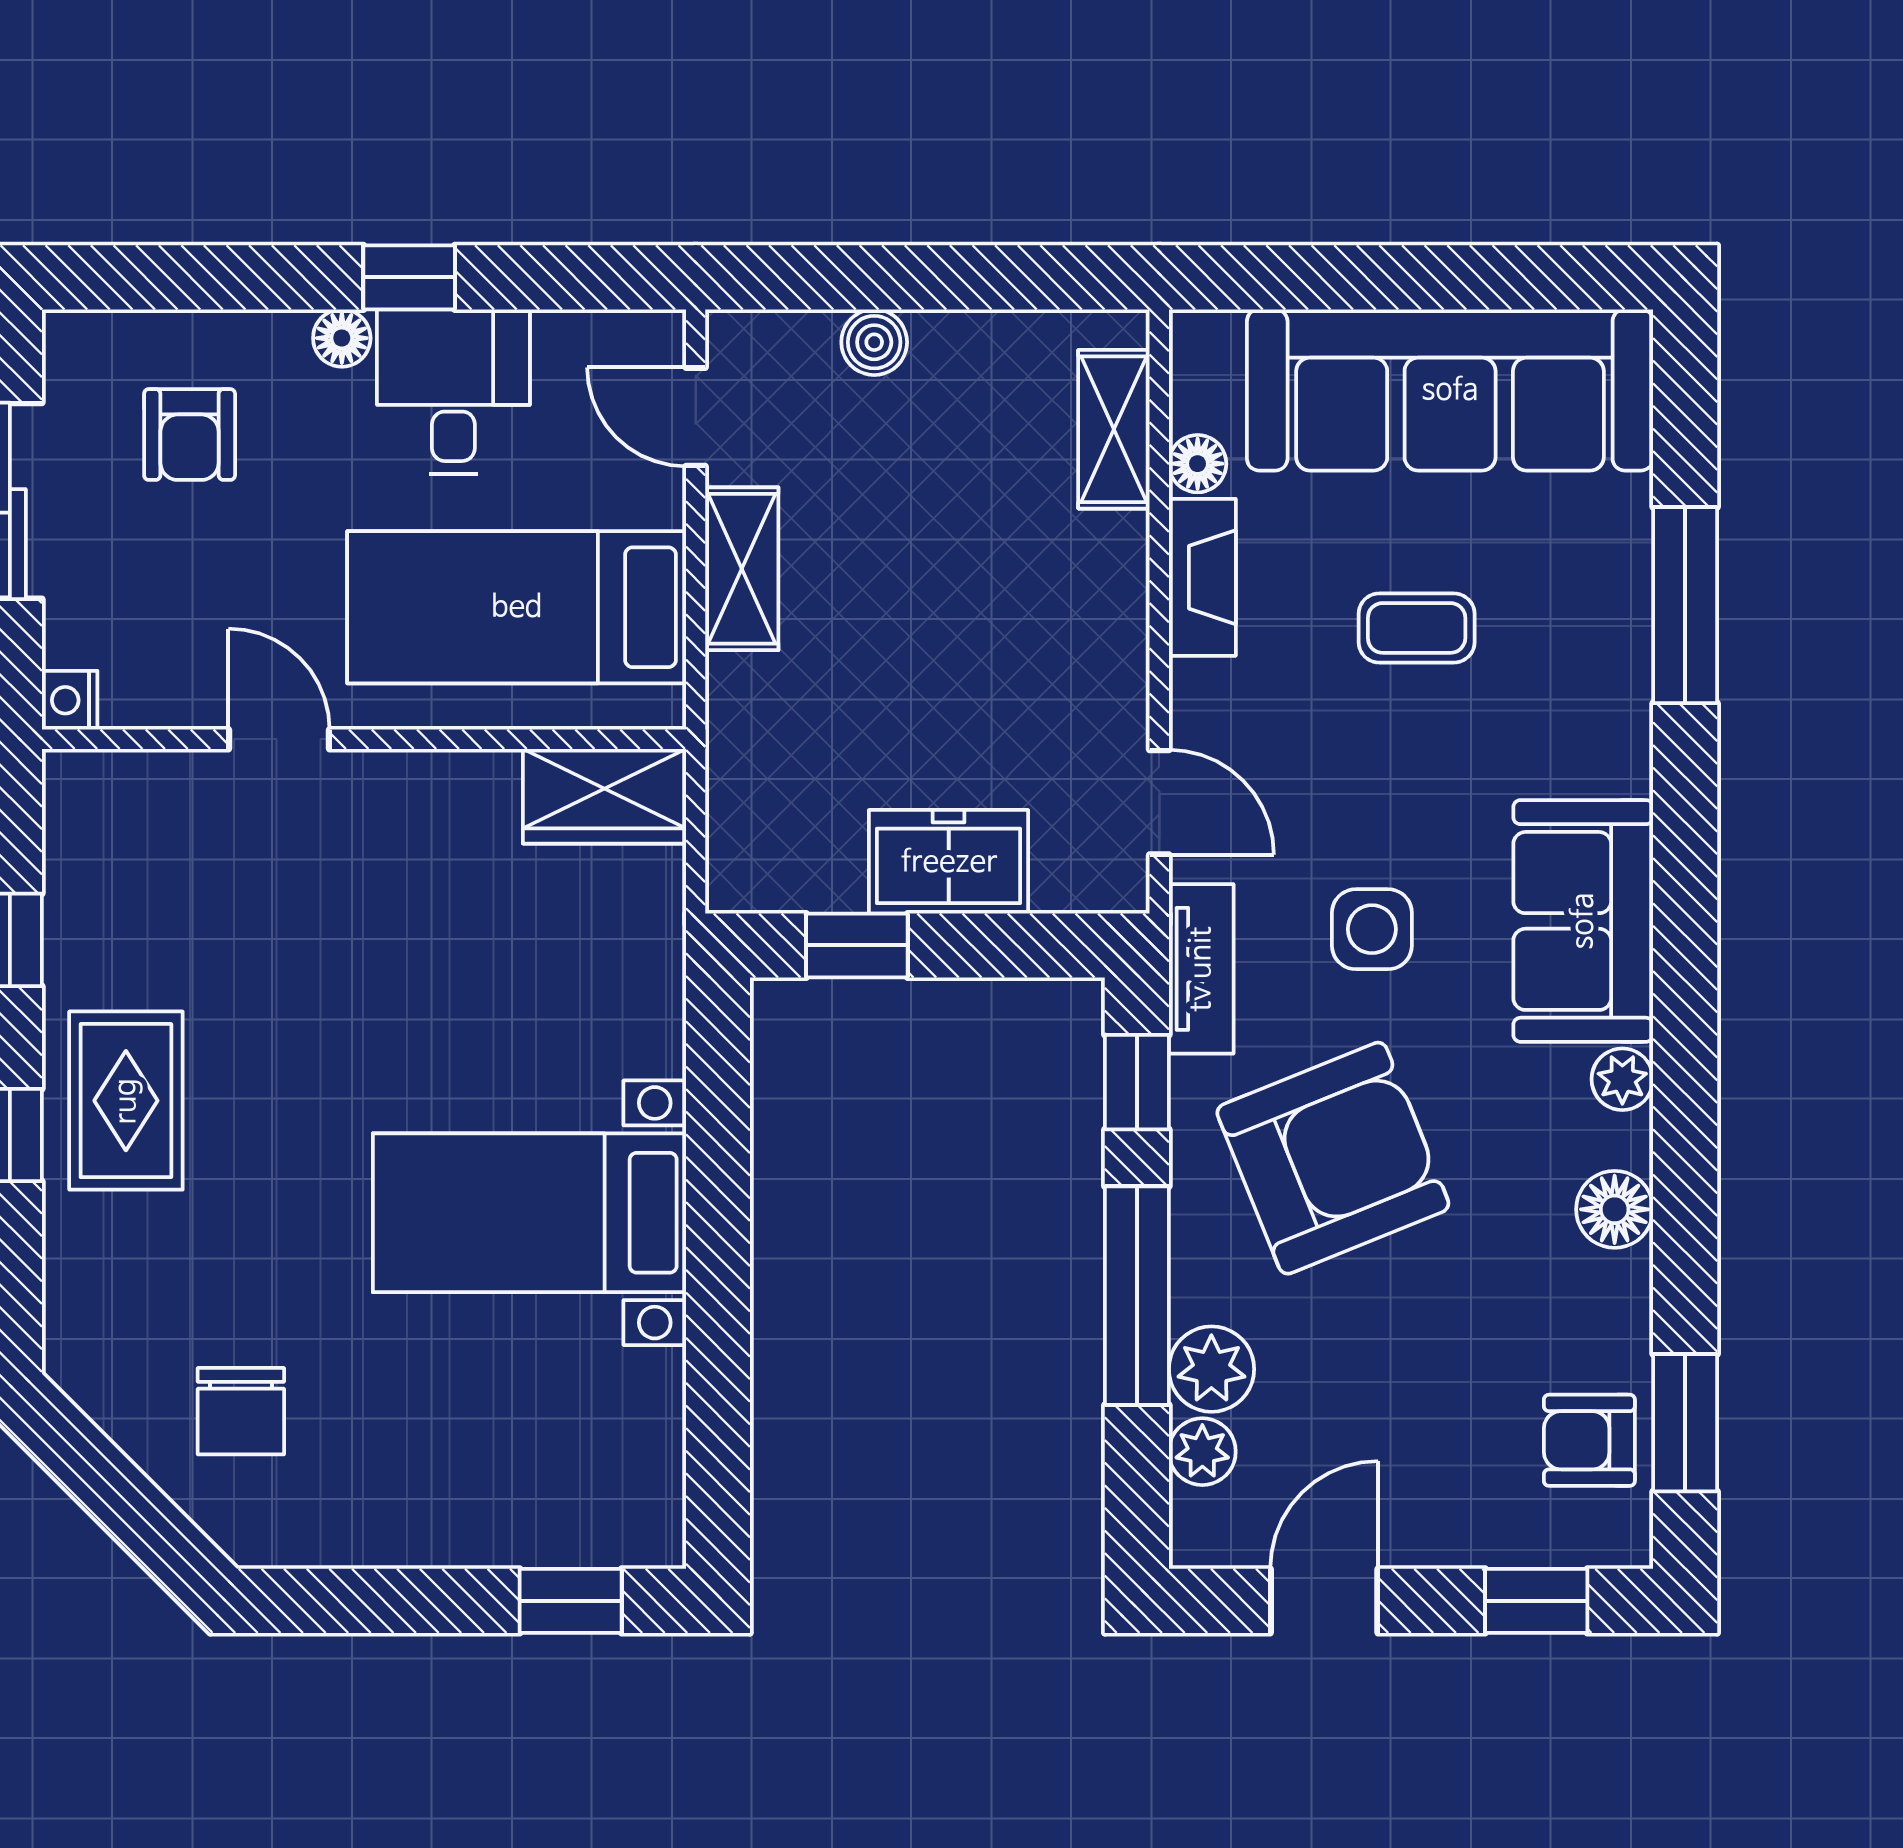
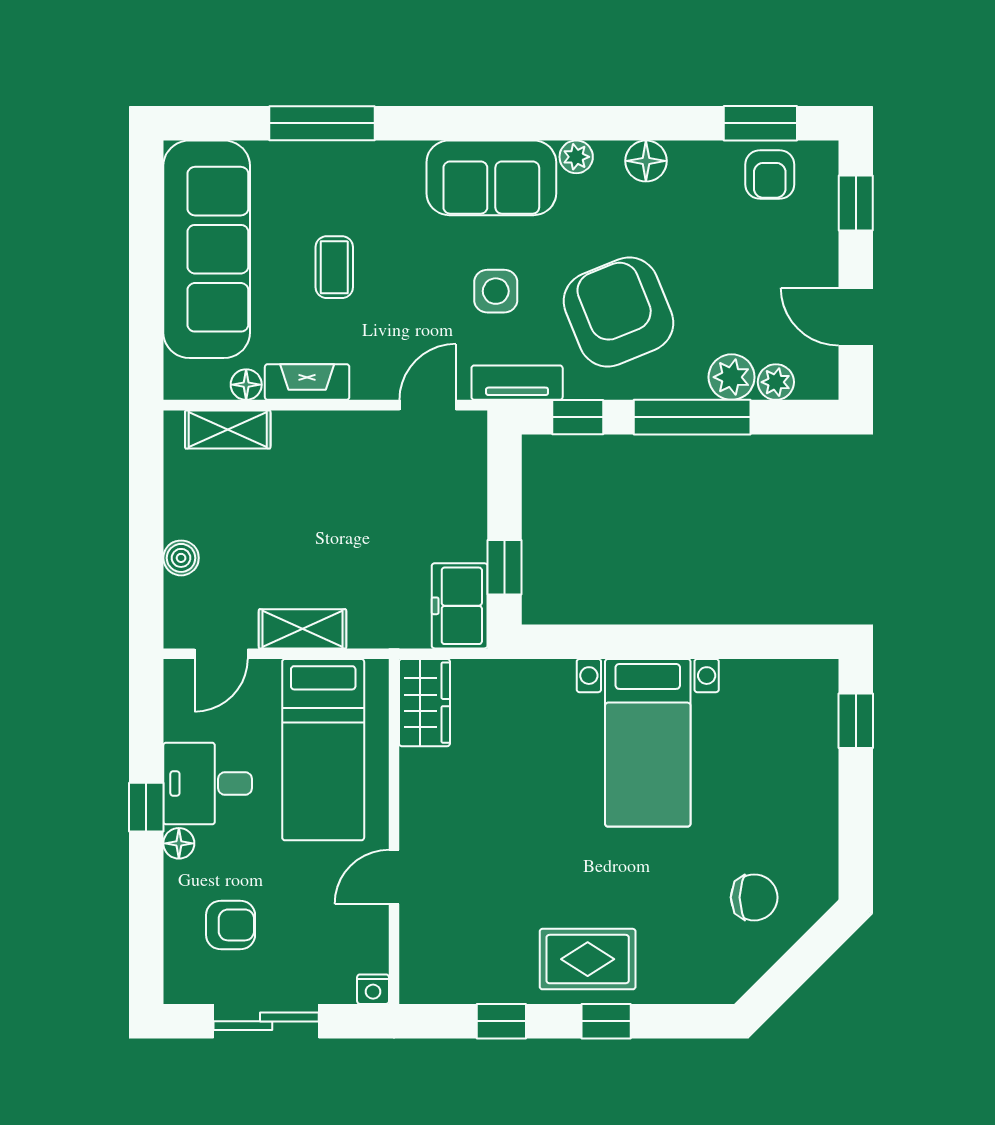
freezer: (949, 862) -> (460, 606), moved

